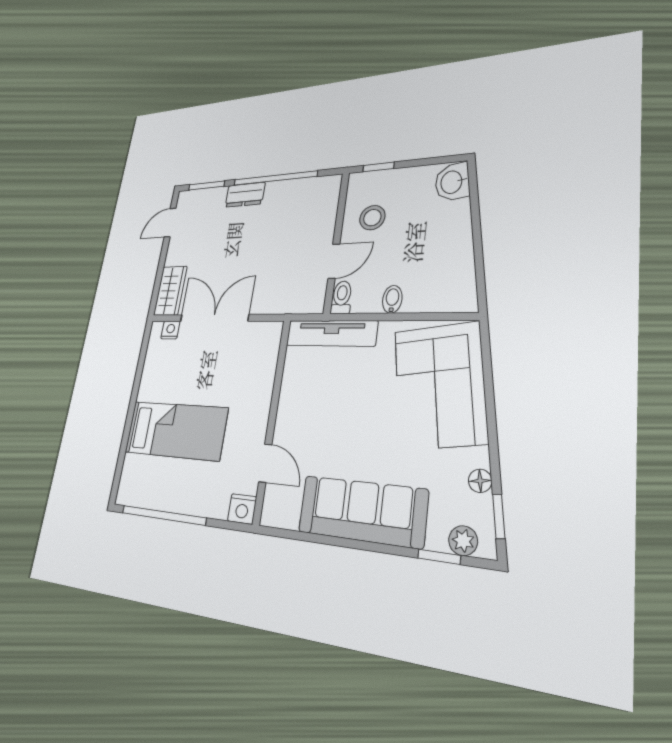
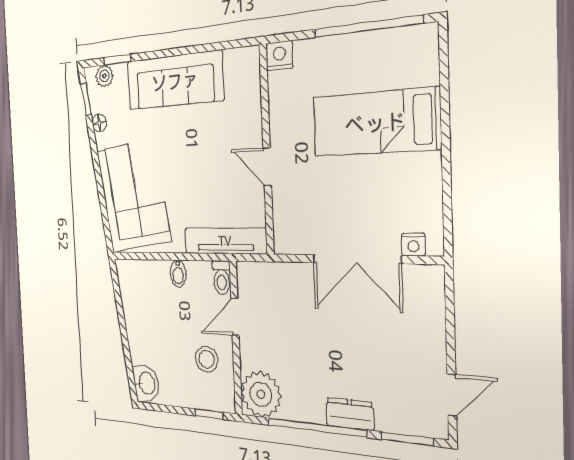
plant: (320, 195) -> (261, 394), added
wardrobe: (170, 291) -> (427, 297), removed
door: (265, 463) -> (267, 167), moved

